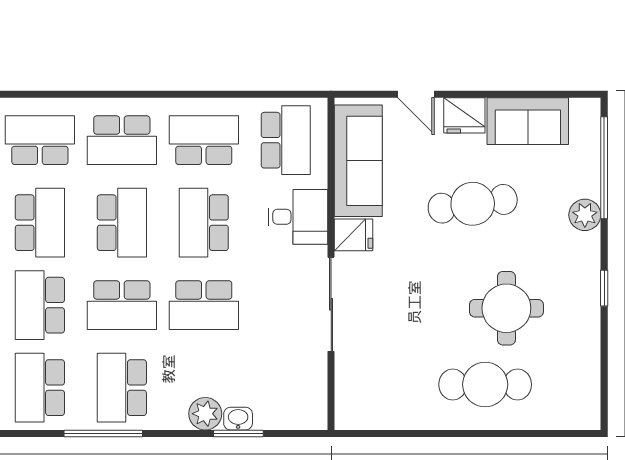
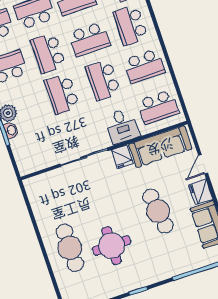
school desk: (204, 140) -> (144, 66), turned 90
plant: (585, 215) -> (171, 269), removed
school desk: (204, 223) -> (103, 80), turned -90

